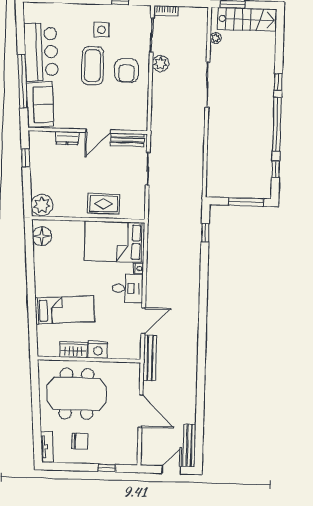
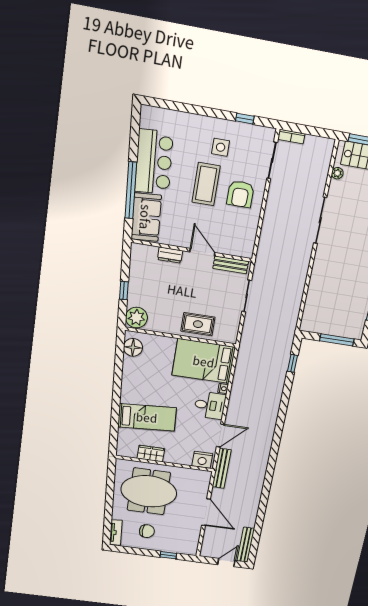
plant: (160, 63) -> (276, 192), removed
door: (98, 131) -> (202, 252), swing flipped
window: (26, 158) -> (124, 290), moved
nightstand: (98, 350) -> (202, 460), moved

